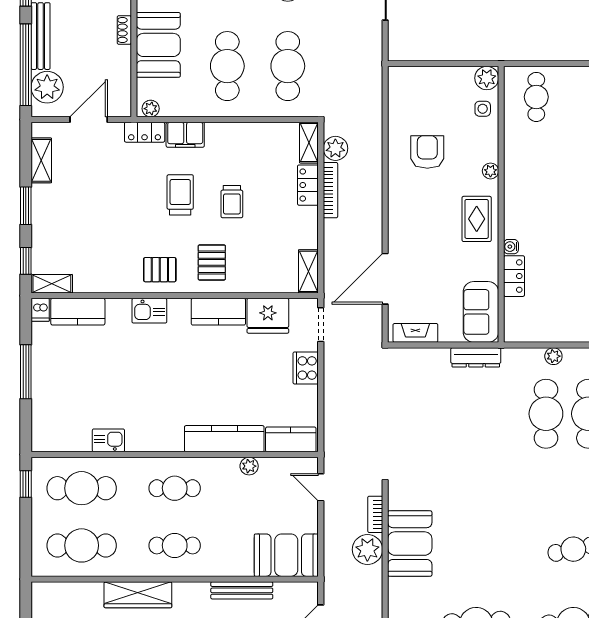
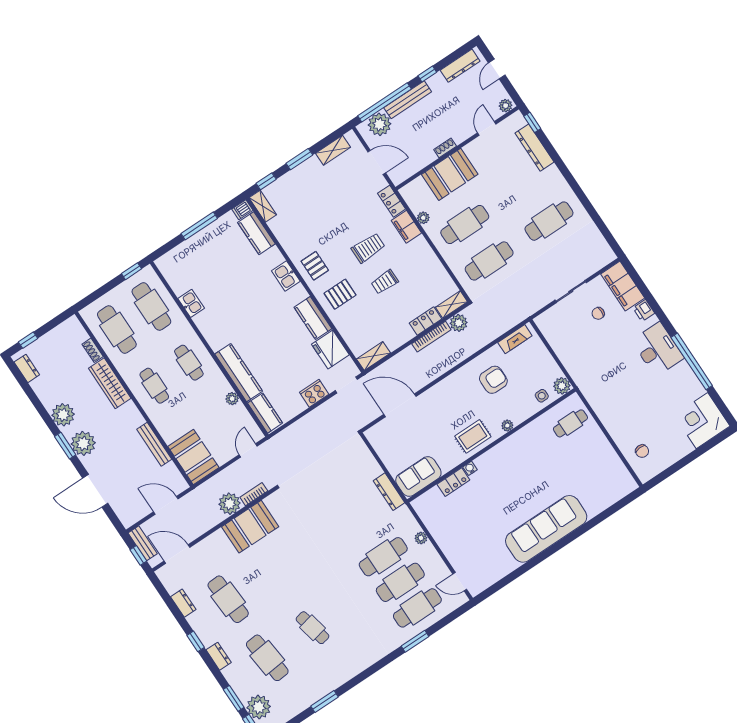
plant: (151, 109) -> (423, 218), moved
fireplace: (415, 333) -> (515, 339), moved, turned 90
shoe rack: (87, 589) -> (93, 350), added

